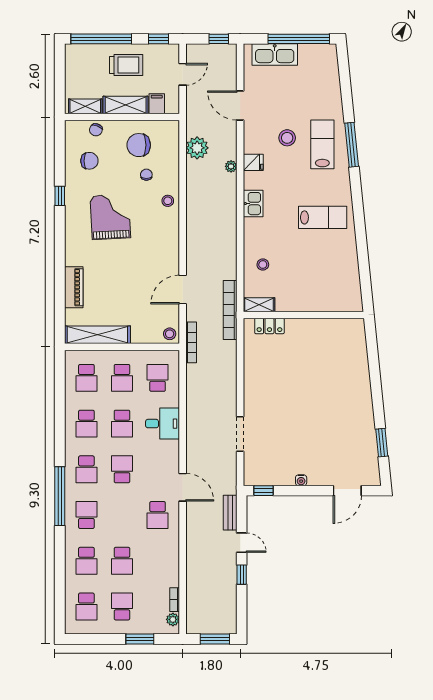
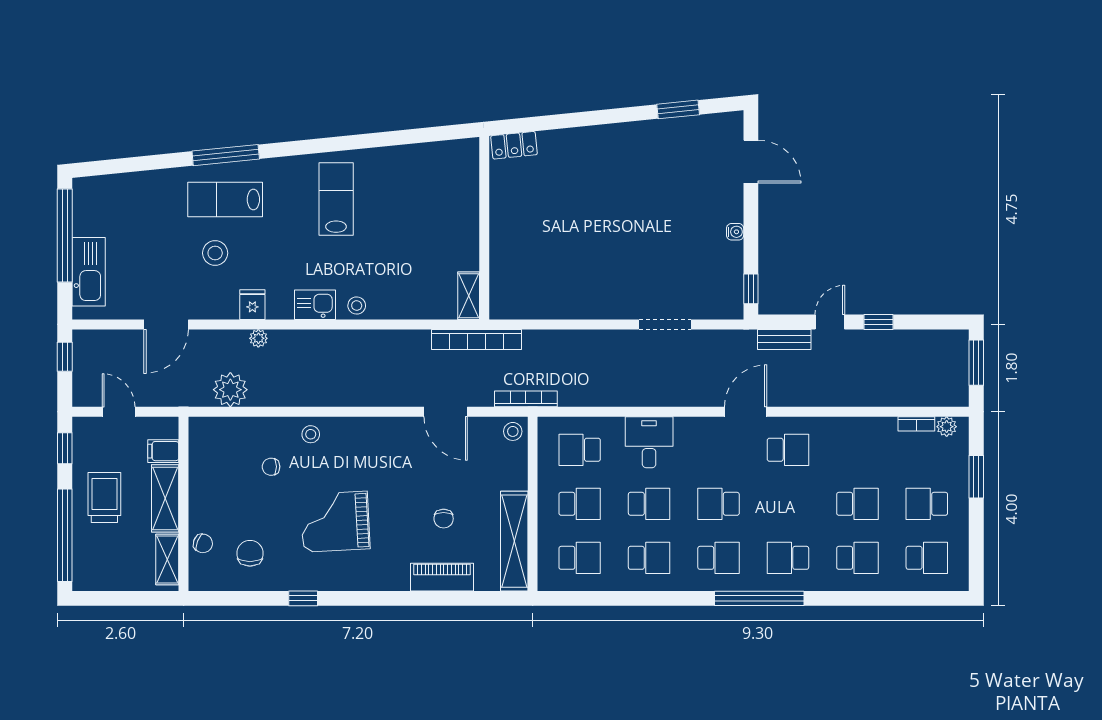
chair: (139, 145) -> (444, 519), moved, width x0.54, depth x0.54
stool: (263, 265) -> (357, 306), moved
locker: (269, 326) -> (514, 145), moved, turned 84

